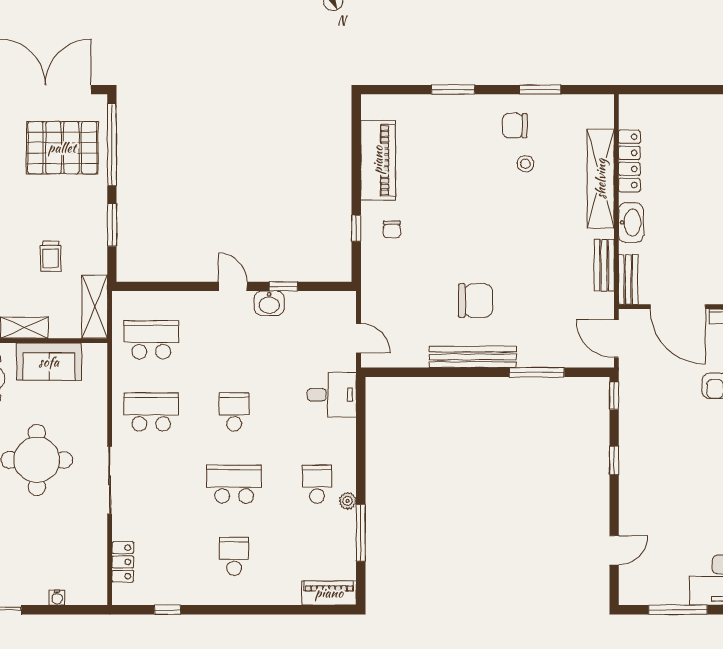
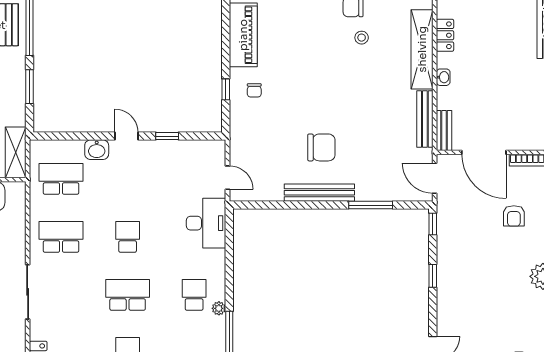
locker: (629, 161) -> (445, 35), width x0.66
washbasin: (631, 223) -> (443, 77), width x0.52, depth x0.69
bench: (604, 265) -> (425, 119), width x1.36
washbasin: (269, 303) -> (97, 150), moved
desk: (332, 395) -> (206, 223), width x1.37

